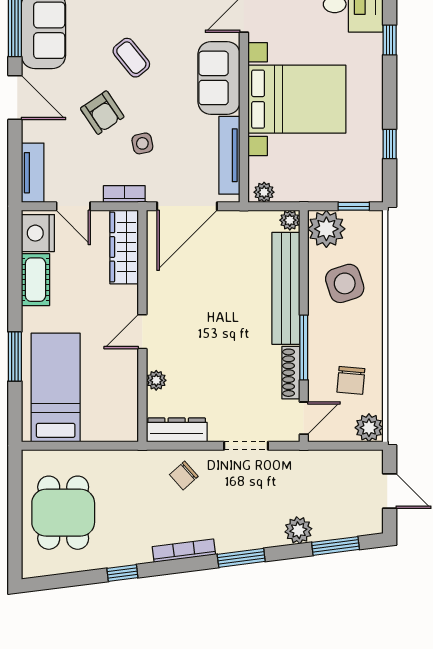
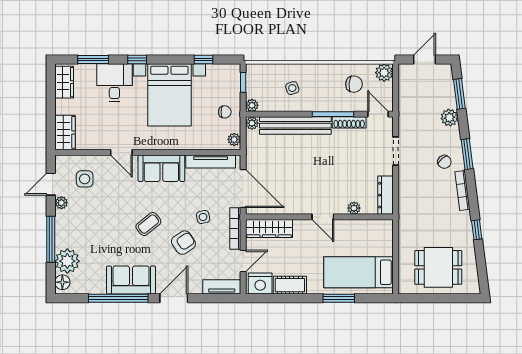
bed with nightstands: (297, 99) -> (169, 95), moved, turned 180
chair: (307, 178) -> (225, 112), added
bookcase: (124, 194) -> (235, 228), width x1.56
plant: (326, 229) -> (252, 105), width x0.53, depth x0.53
side table: (345, 283) -> (292, 88), width x0.54, depth x0.54
chair: (184, 476) -> (444, 162), moved

